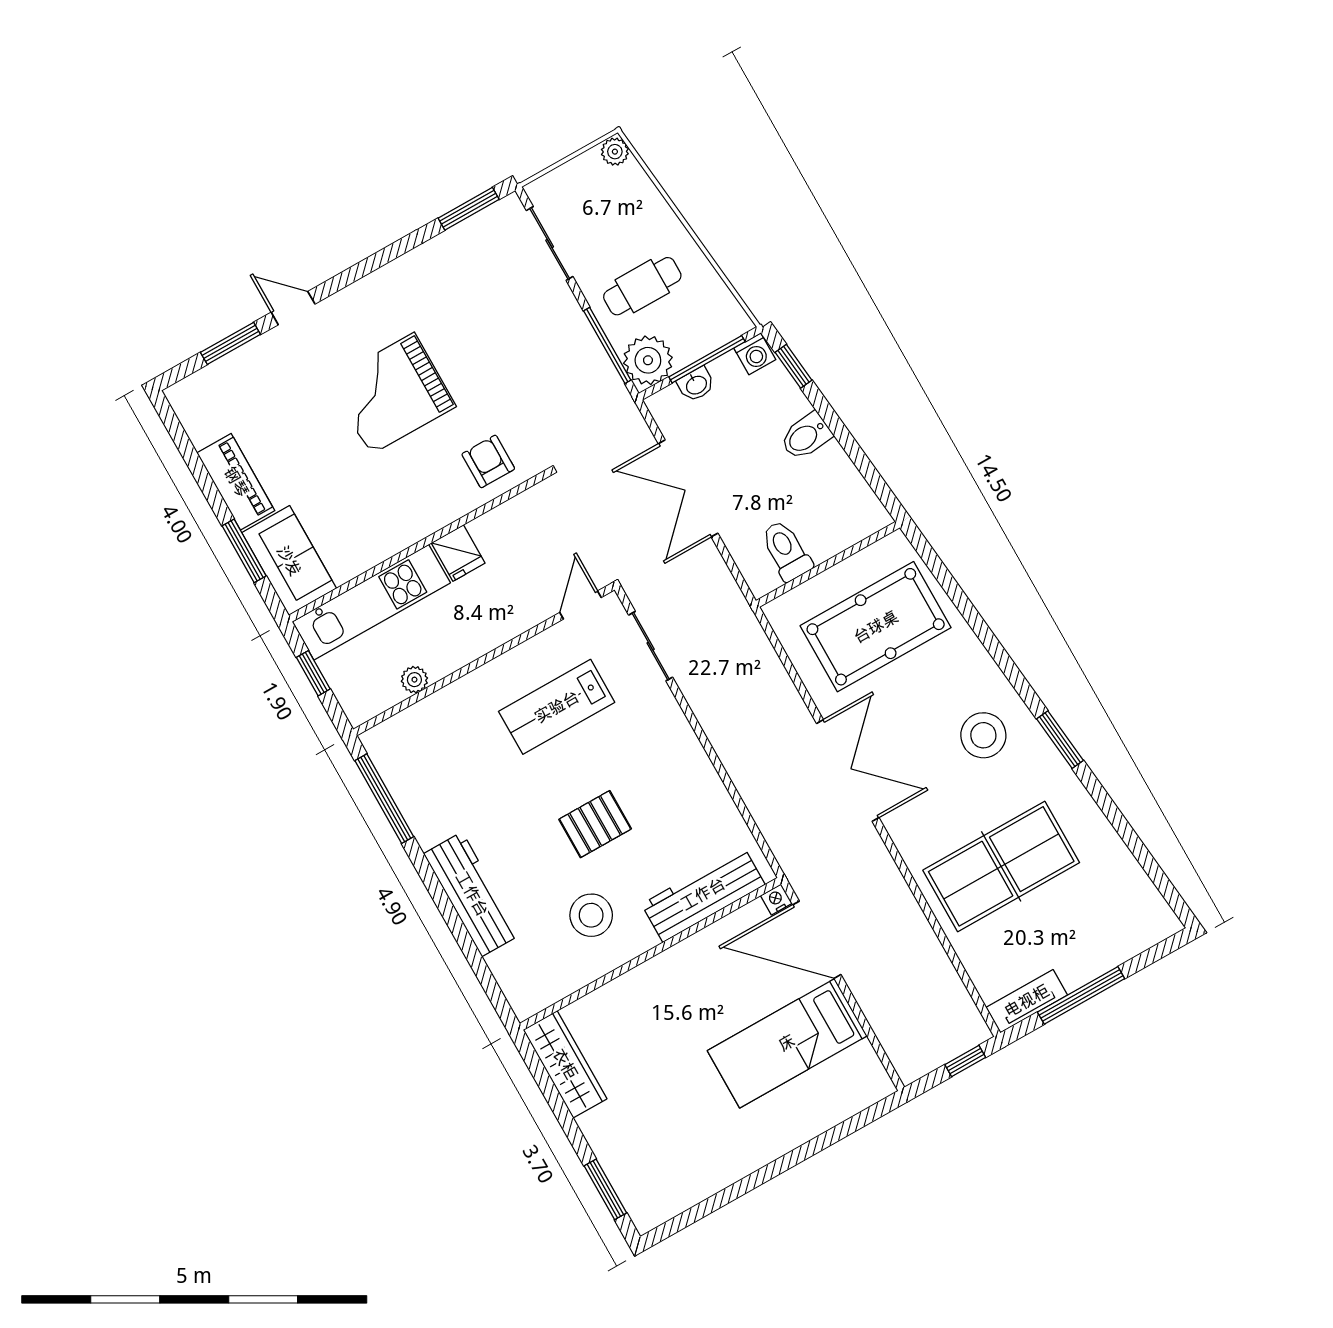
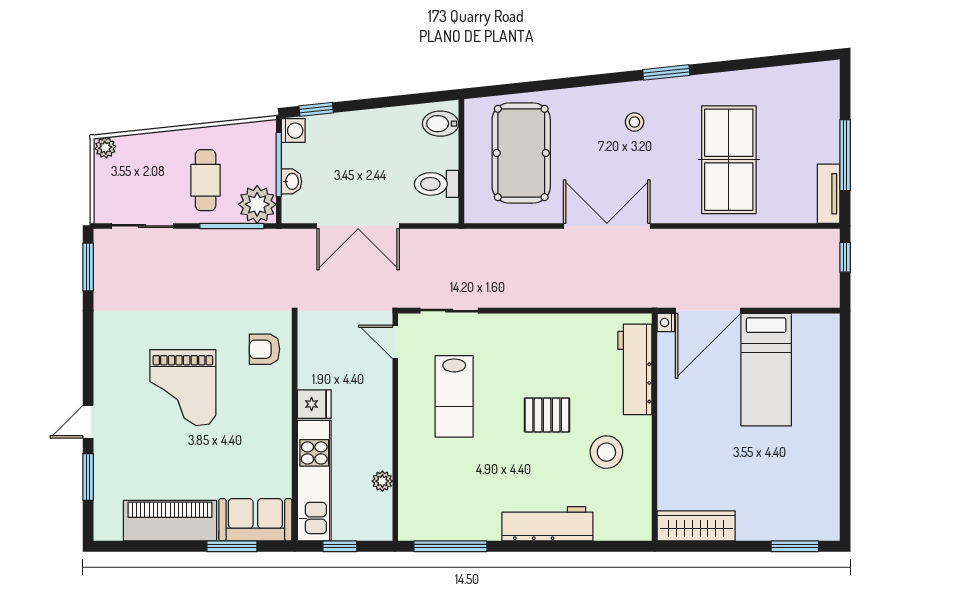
bidet: (806, 436) -> (441, 124), moved, turned 96
piano: (236, 482) -> (170, 521), width x1.37, depth x1.33
stool: (983, 735) -> (634, 122), width x0.53, depth x0.53
pallet: (595, 824) -> (547, 415), turned 90

